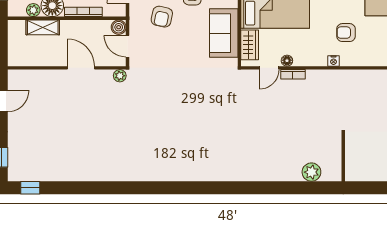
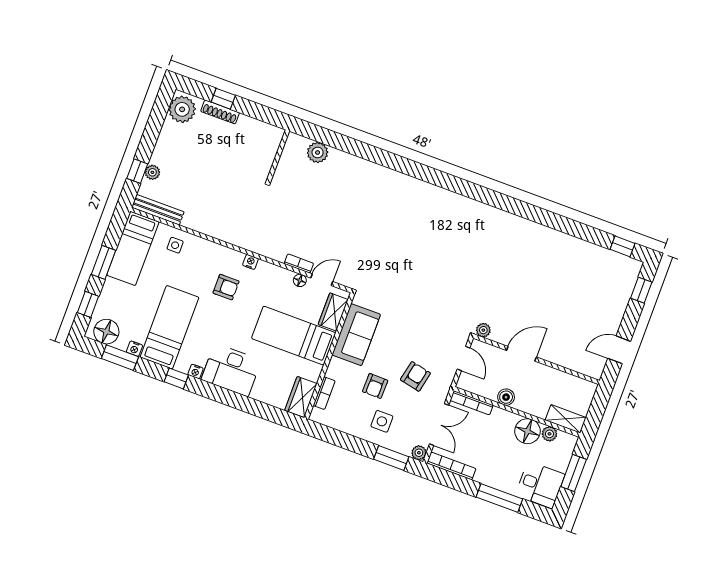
bookcase: (83, 12) -> (472, 403), moved
shelving: (43, 27) -> (566, 419), moved
boiler: (119, 27) -> (506, 397), moved
door: (81, 68) -> (521, 354), swing flipped

